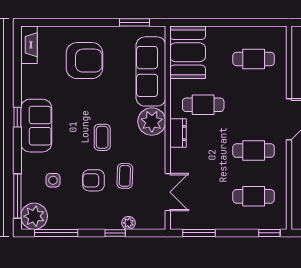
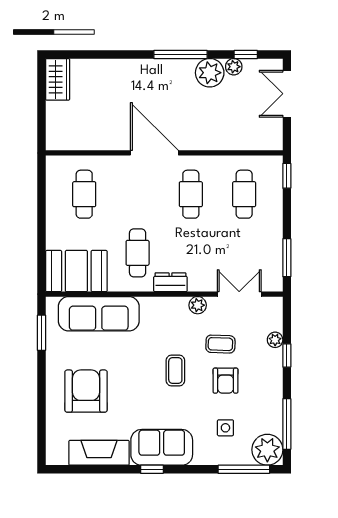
fireplace: (29, 45) -> (99, 453), moved, width x1.37, depth x1.32
plant: (152, 122) -> (198, 305), moved, width x0.53, depth x0.53
coffee table: (102, 137) -> (175, 370), turned 90

